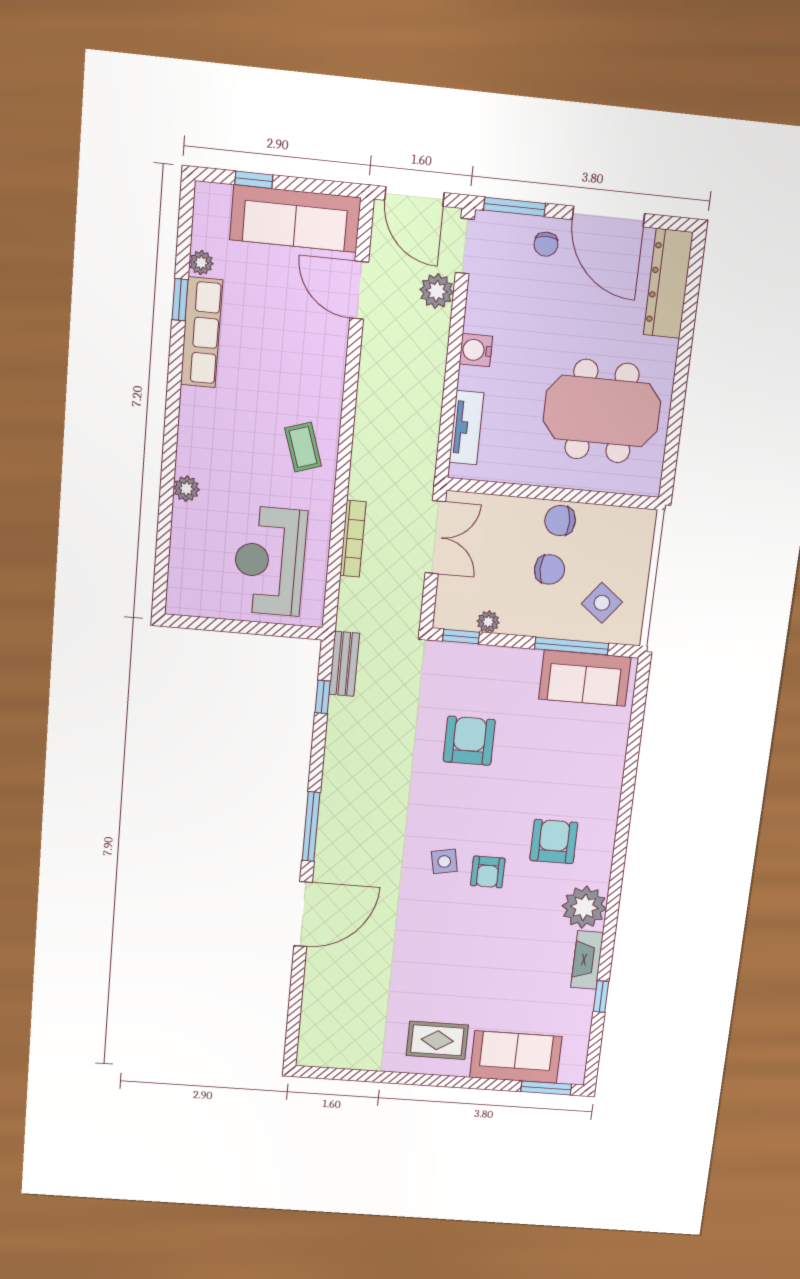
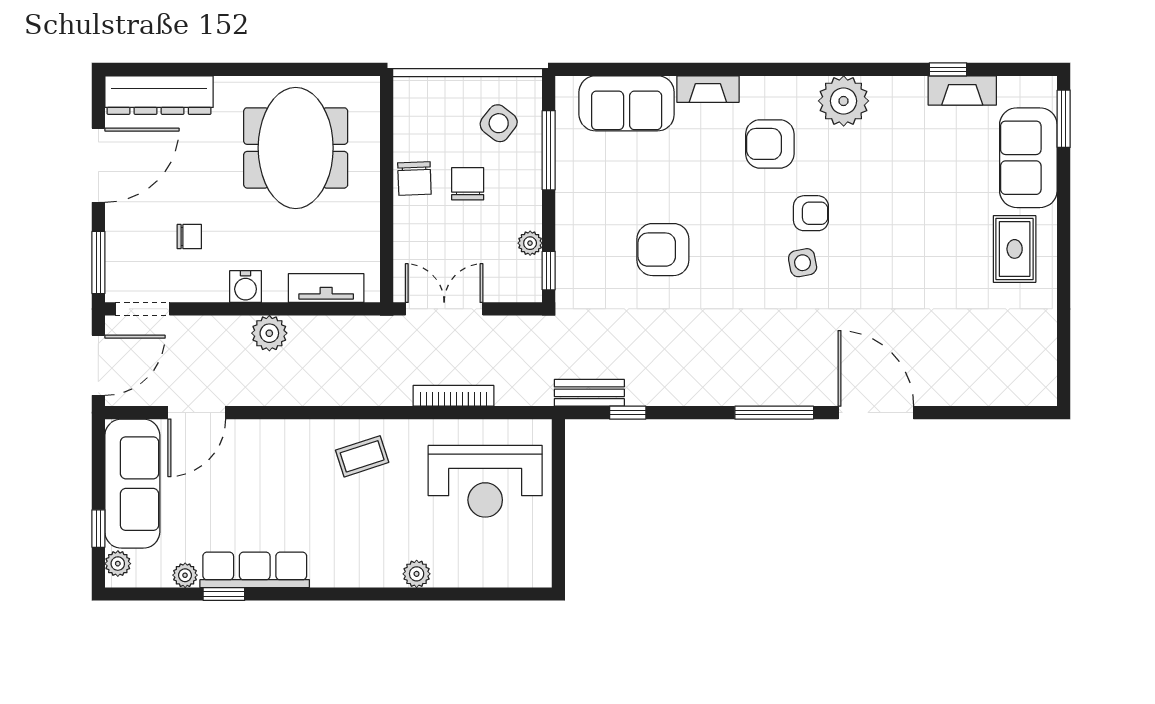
plant: (218, 196) -> (118, 564), added
chair: (546, 244) -> (189, 237), moved
plant: (437, 291) -> (269, 333), moved
sofa: (585, 678) -> (627, 103), moved, turned 90
fireplace: (610, 792) -> (708, 89), added
fireplace: (587, 960) -> (962, 90), moved

